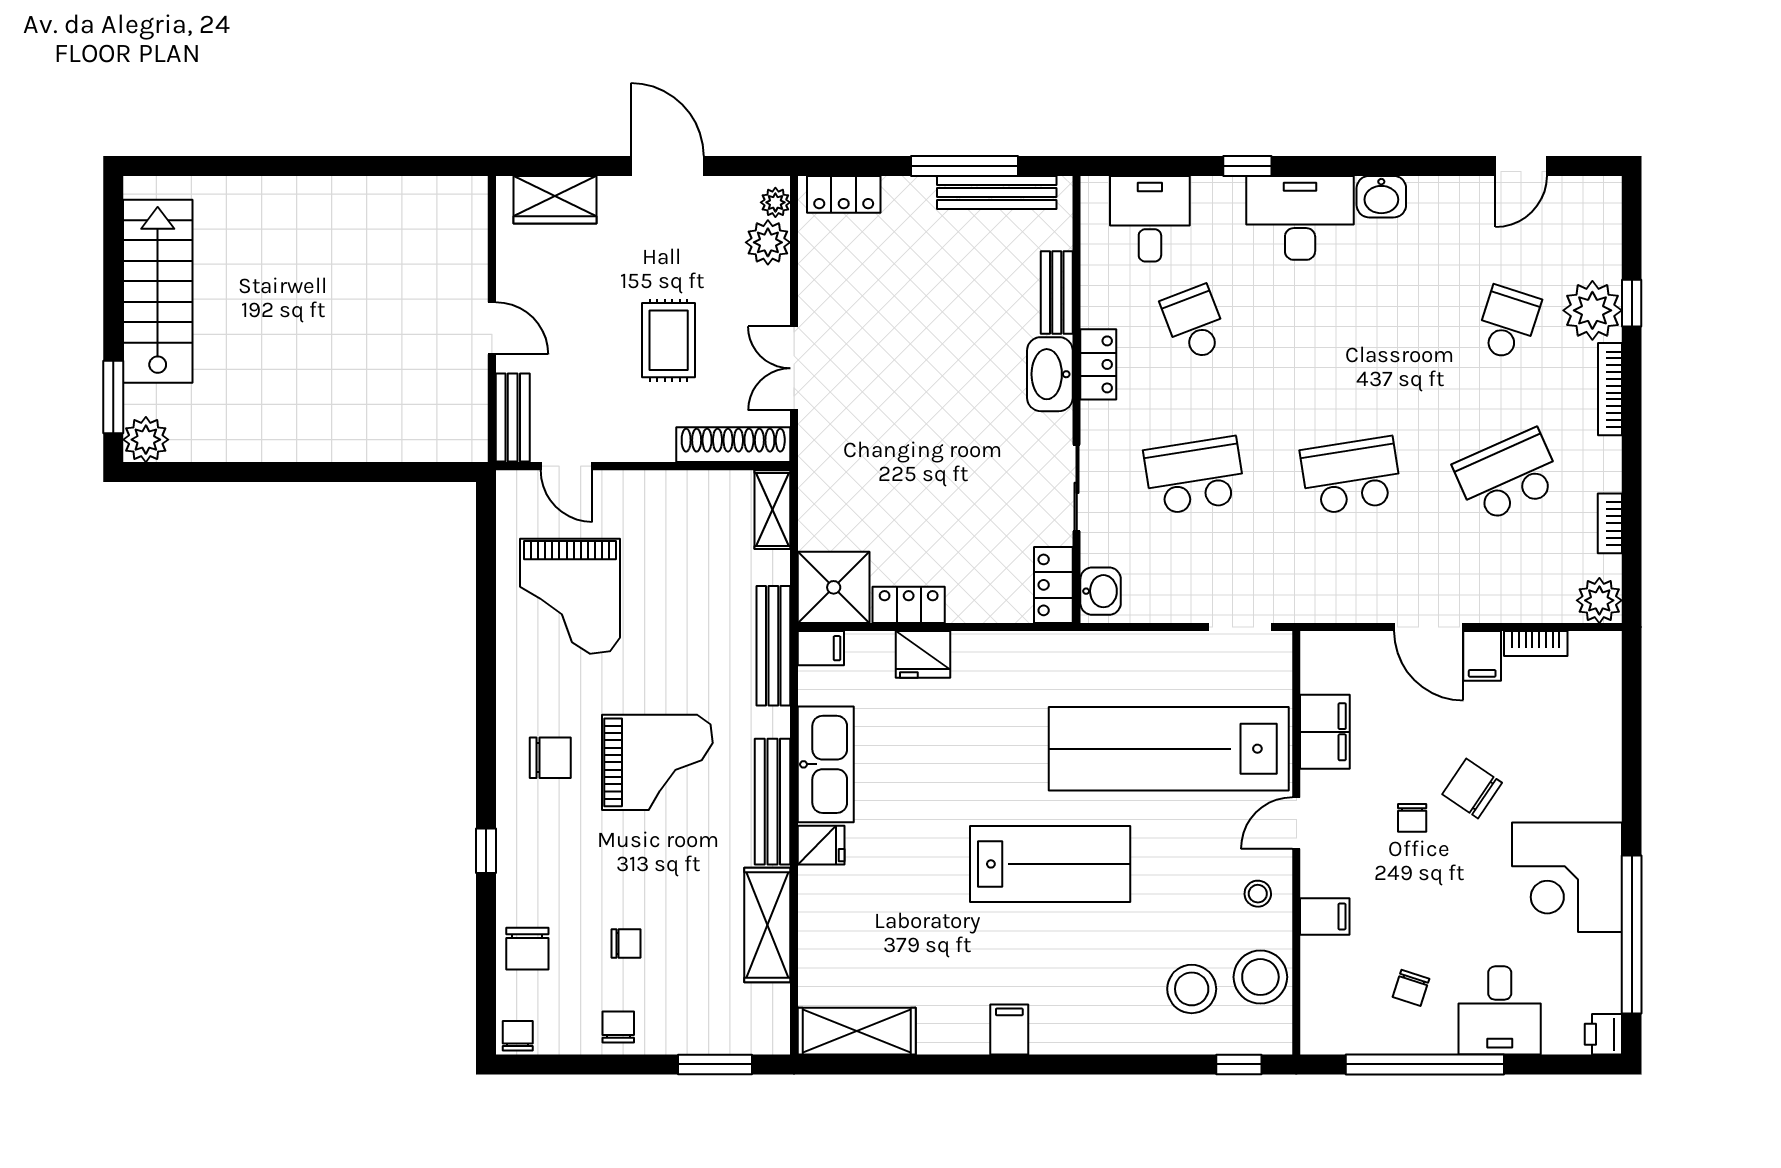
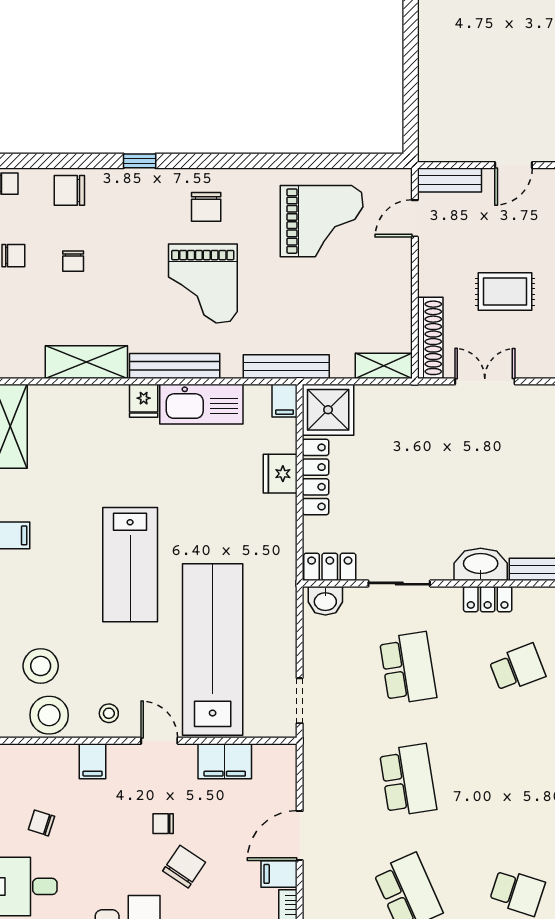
grand piano: (570, 596) -> (322, 221), turned 180
locker: (909, 605) -> (316, 477), width x1.53

